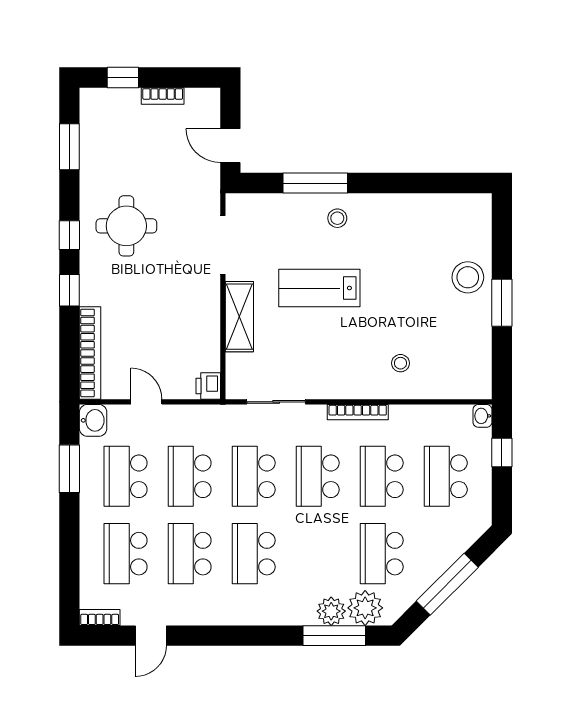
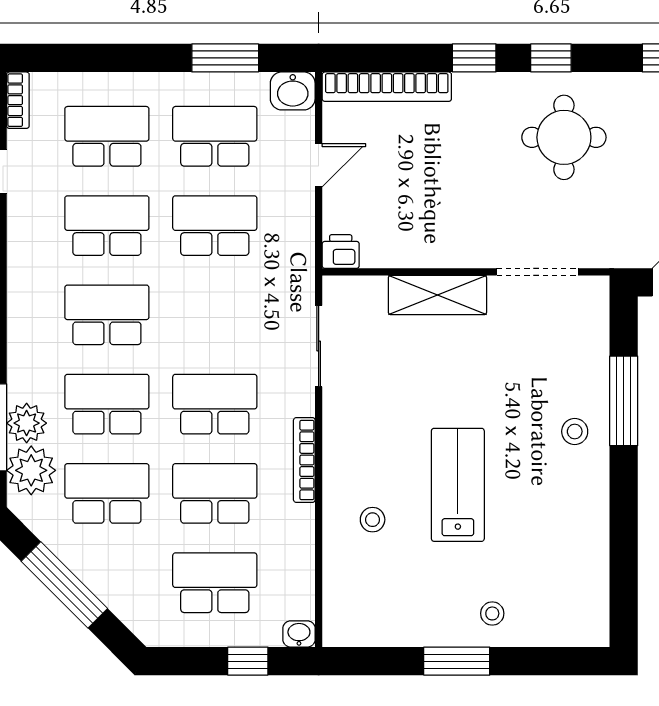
stool: (468, 277) -> (492, 613), width x0.53, depth x0.53
lab bench: (319, 288) -> (458, 485), moved
school desk: (254, 476) -> (107, 404), moved

